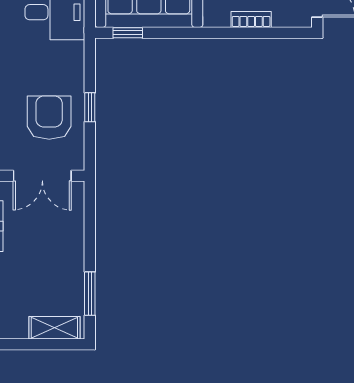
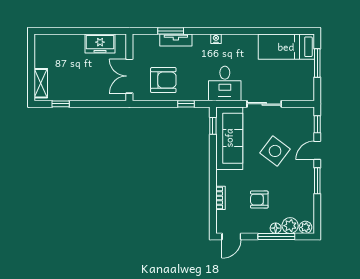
window: (90, 107) -> (186, 104), moved
window: (90, 294) -> (61, 104), width x0.67

